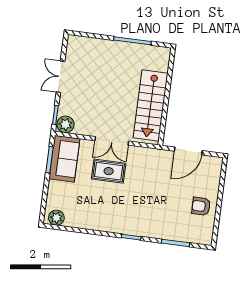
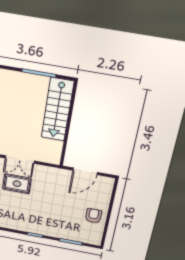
stairs: (151, 106) -> (57, 110), moved
armchair: (201, 206) -> (93, 216), turned 90

